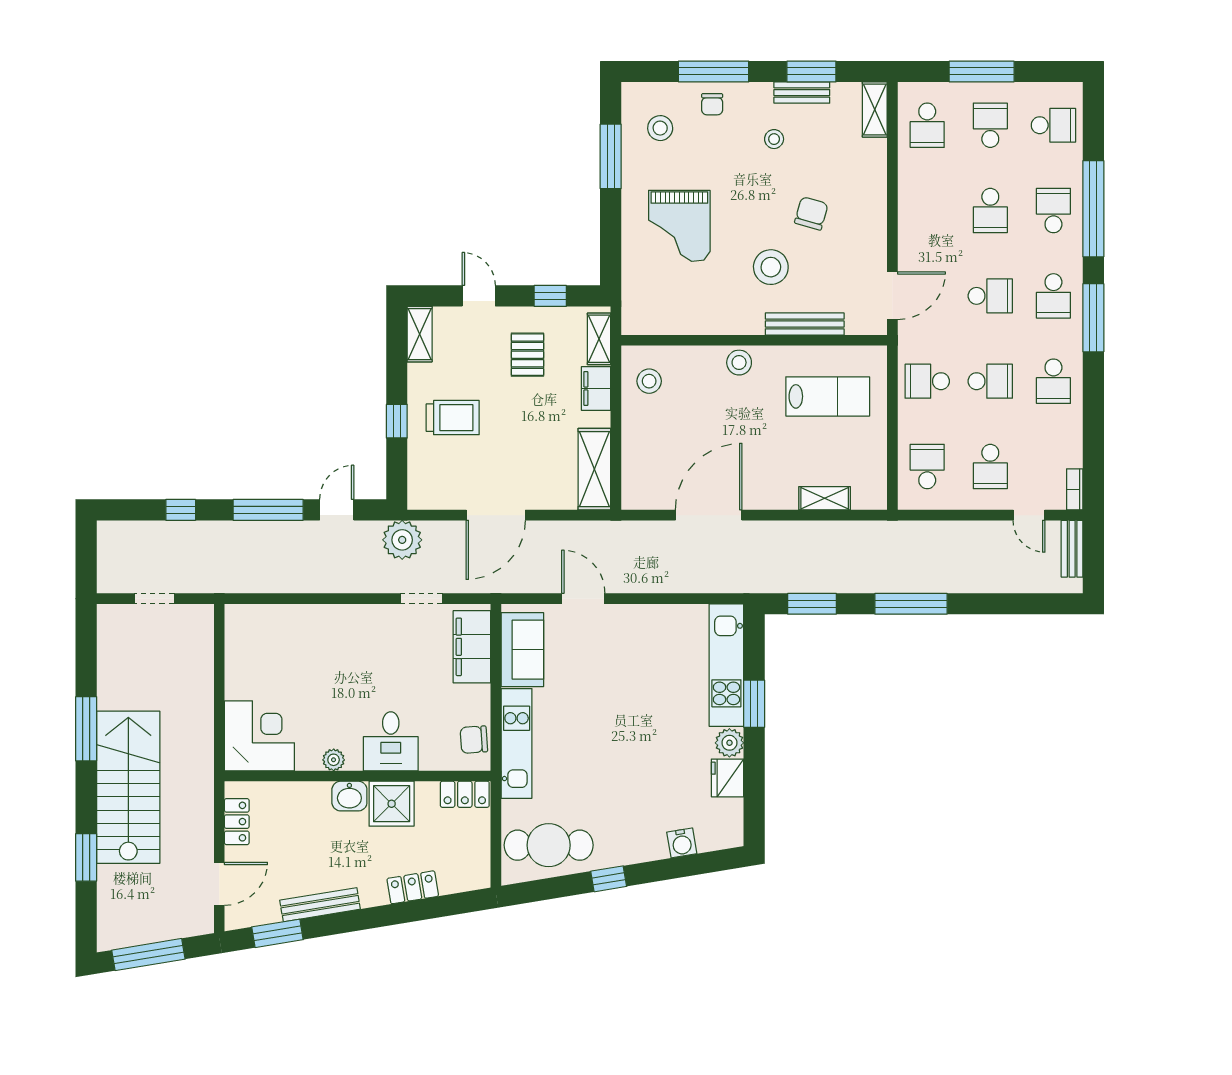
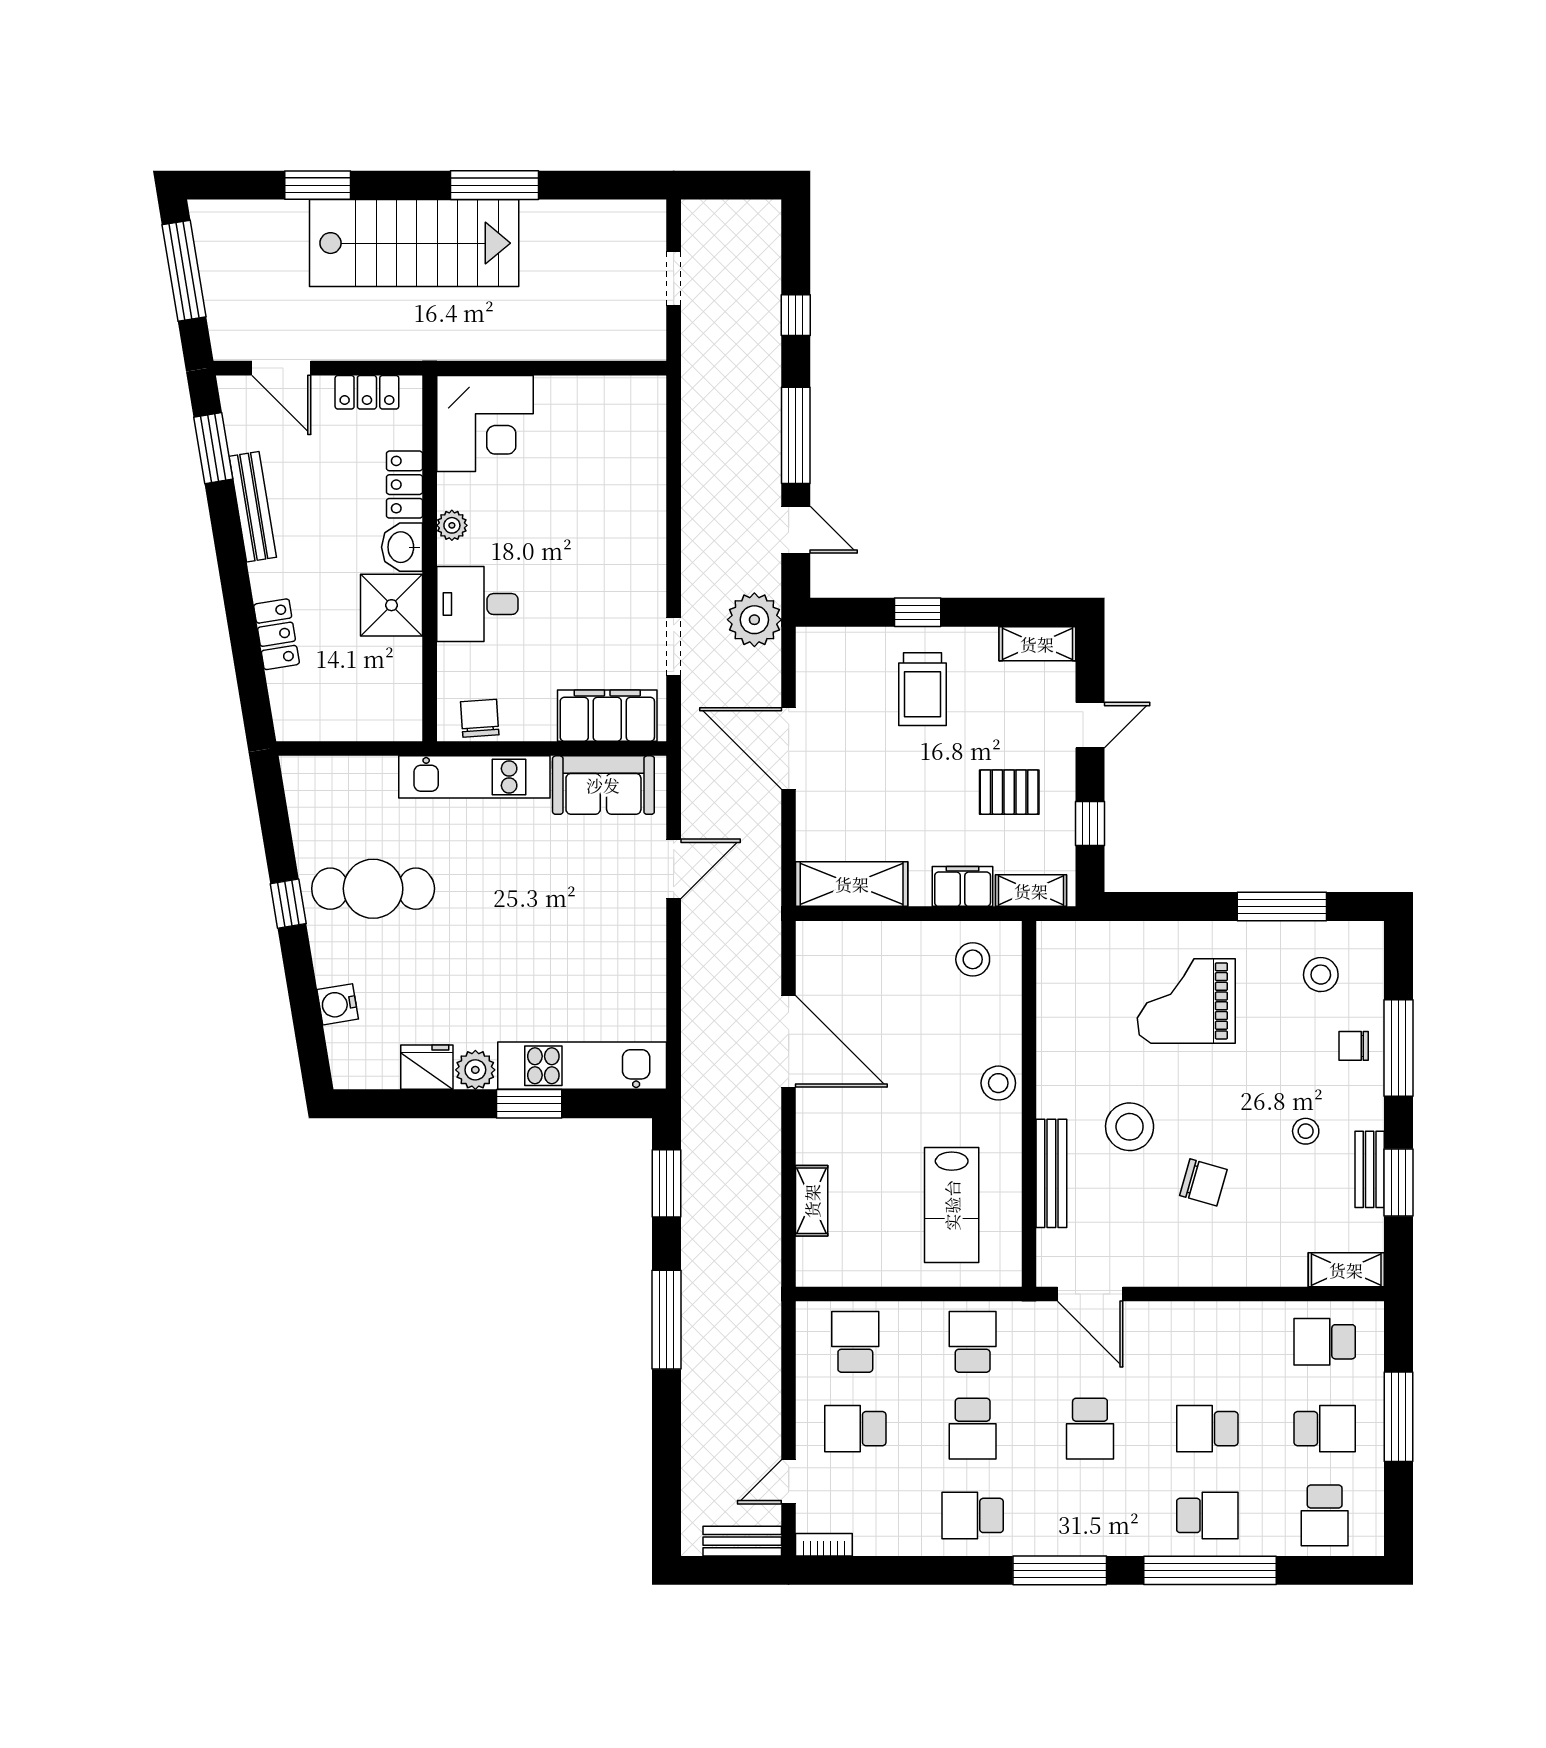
school desk: (1053, 296) -> (1090, 1515), removed
school desk: (927, 467) -> (855, 1342), turned -90
locker: (465, 794) -> (405, 485), moved
cafe table: (549, 845) -> (373, 889), moved, turned 90

